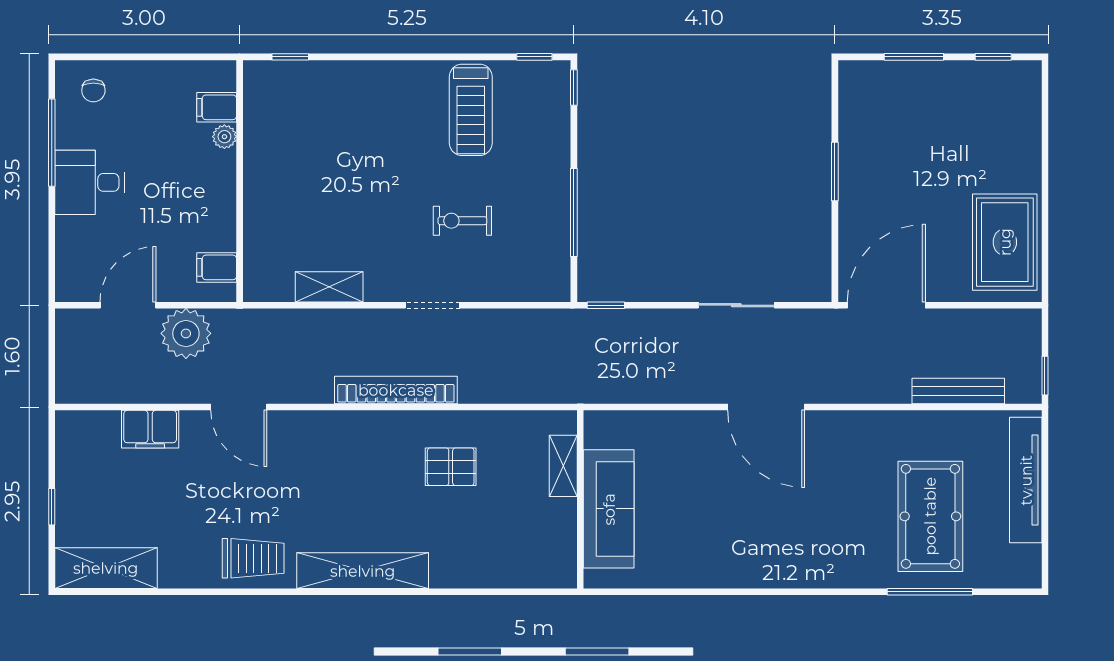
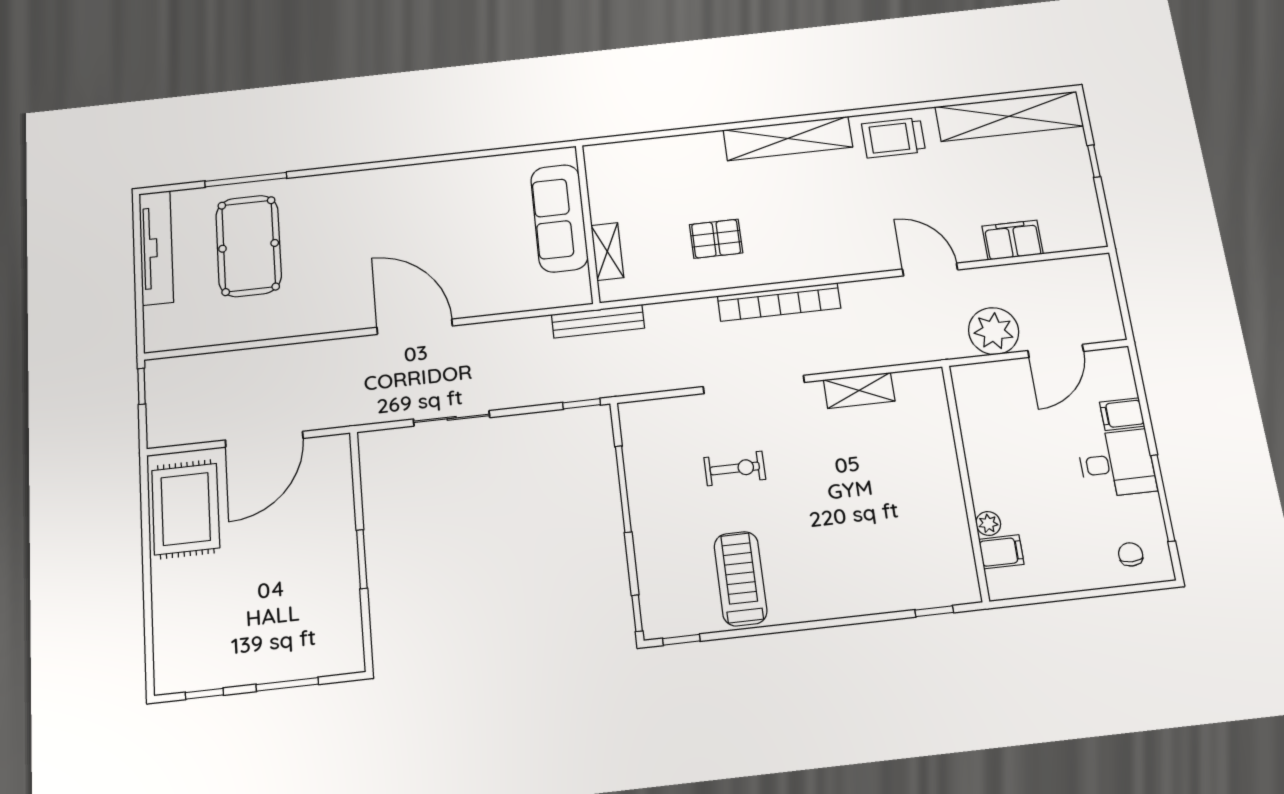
filing cabinet: (217, 267) -> (1122, 414), moved, turned 180
doorway: (433, 305) -> (754, 385), width x1.88
door: (886, 305) -> (264, 439), moved
bench: (958, 391) -> (598, 321), moved
tv unit: (1026, 480) -> (156, 248), moved
shelving: (106, 568) -> (1009, 116), width x1.47

